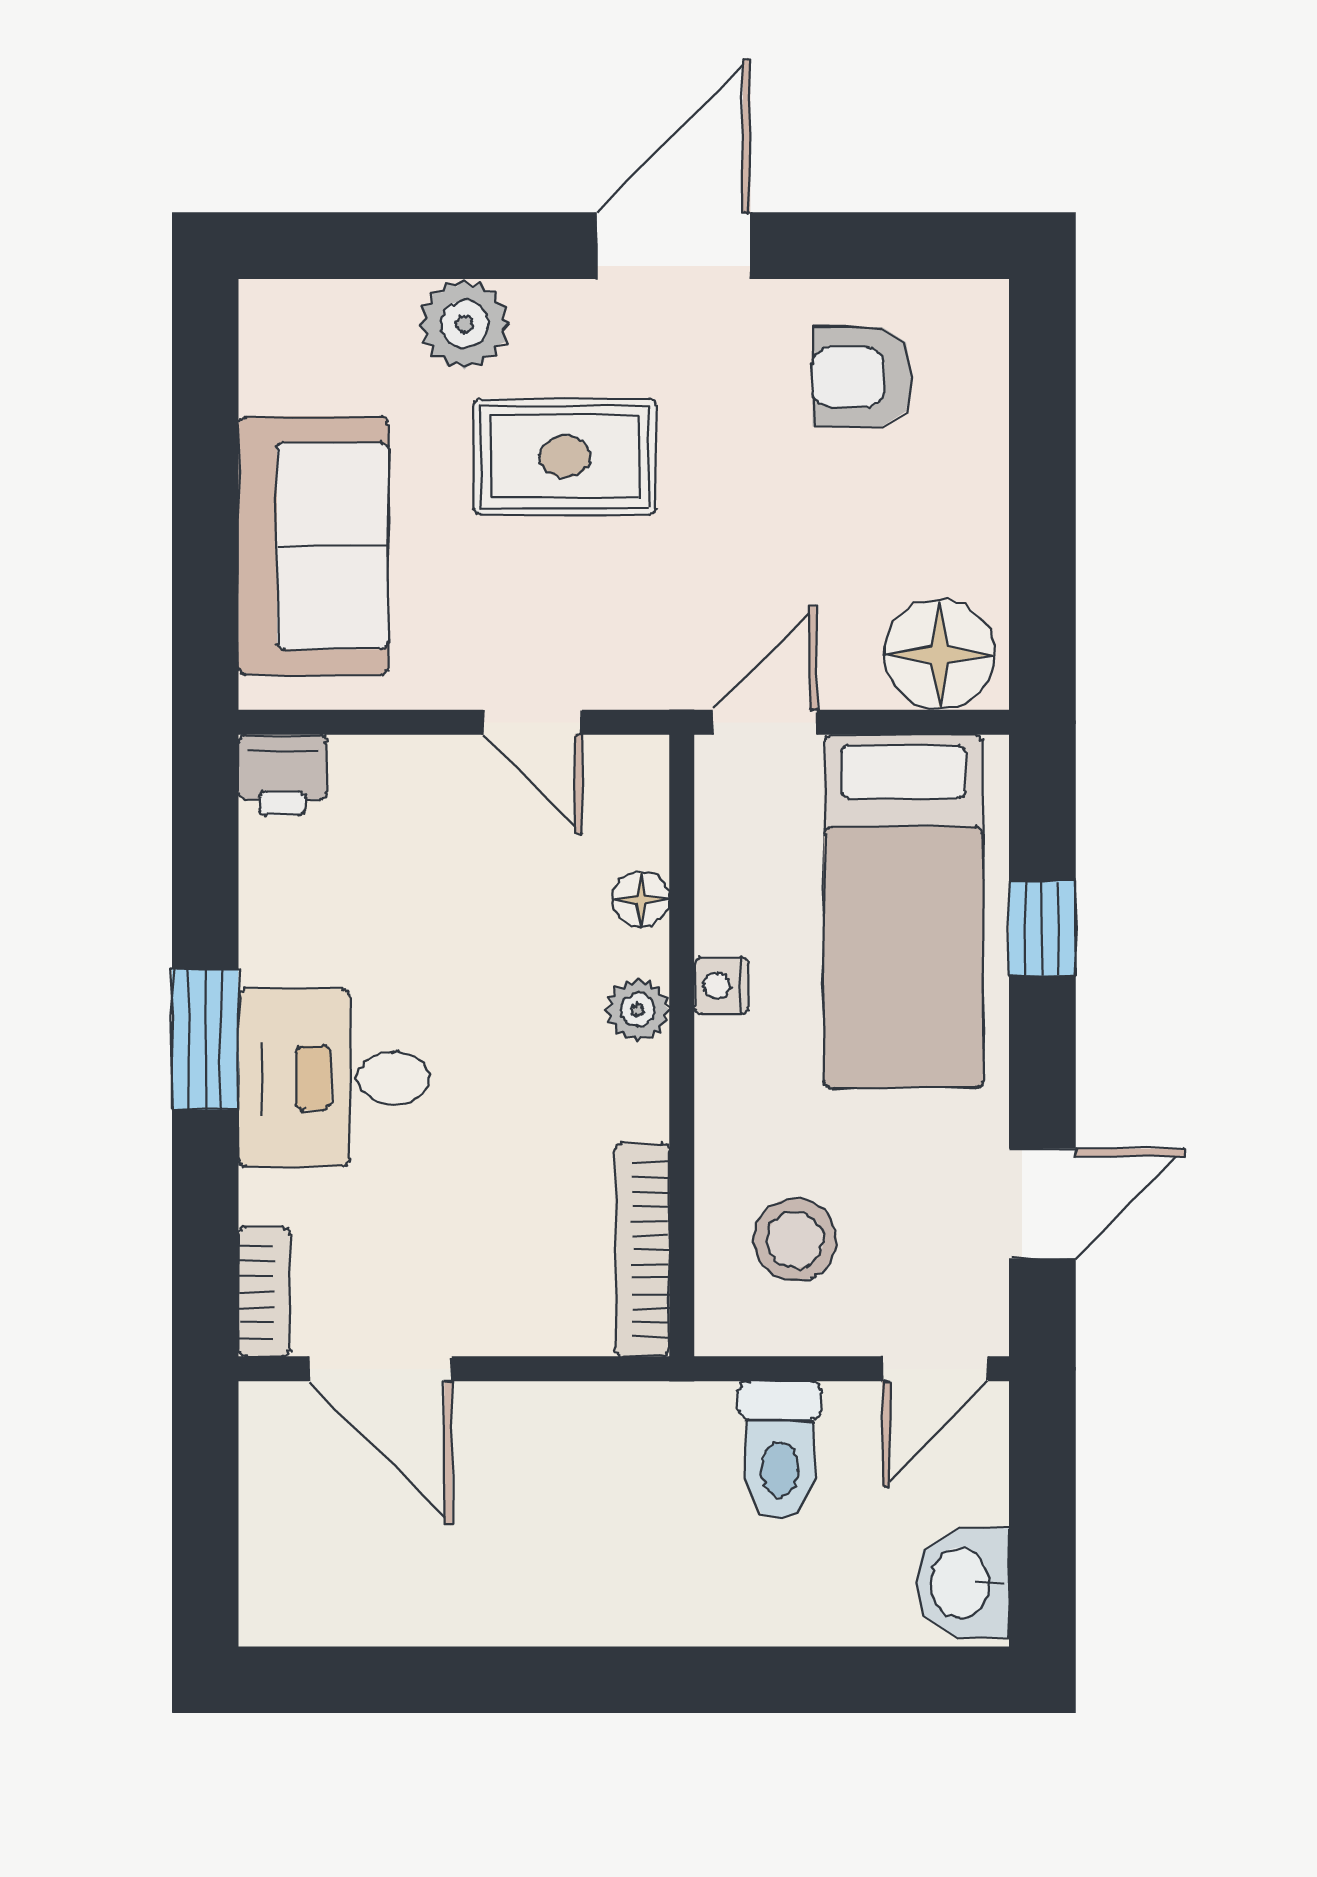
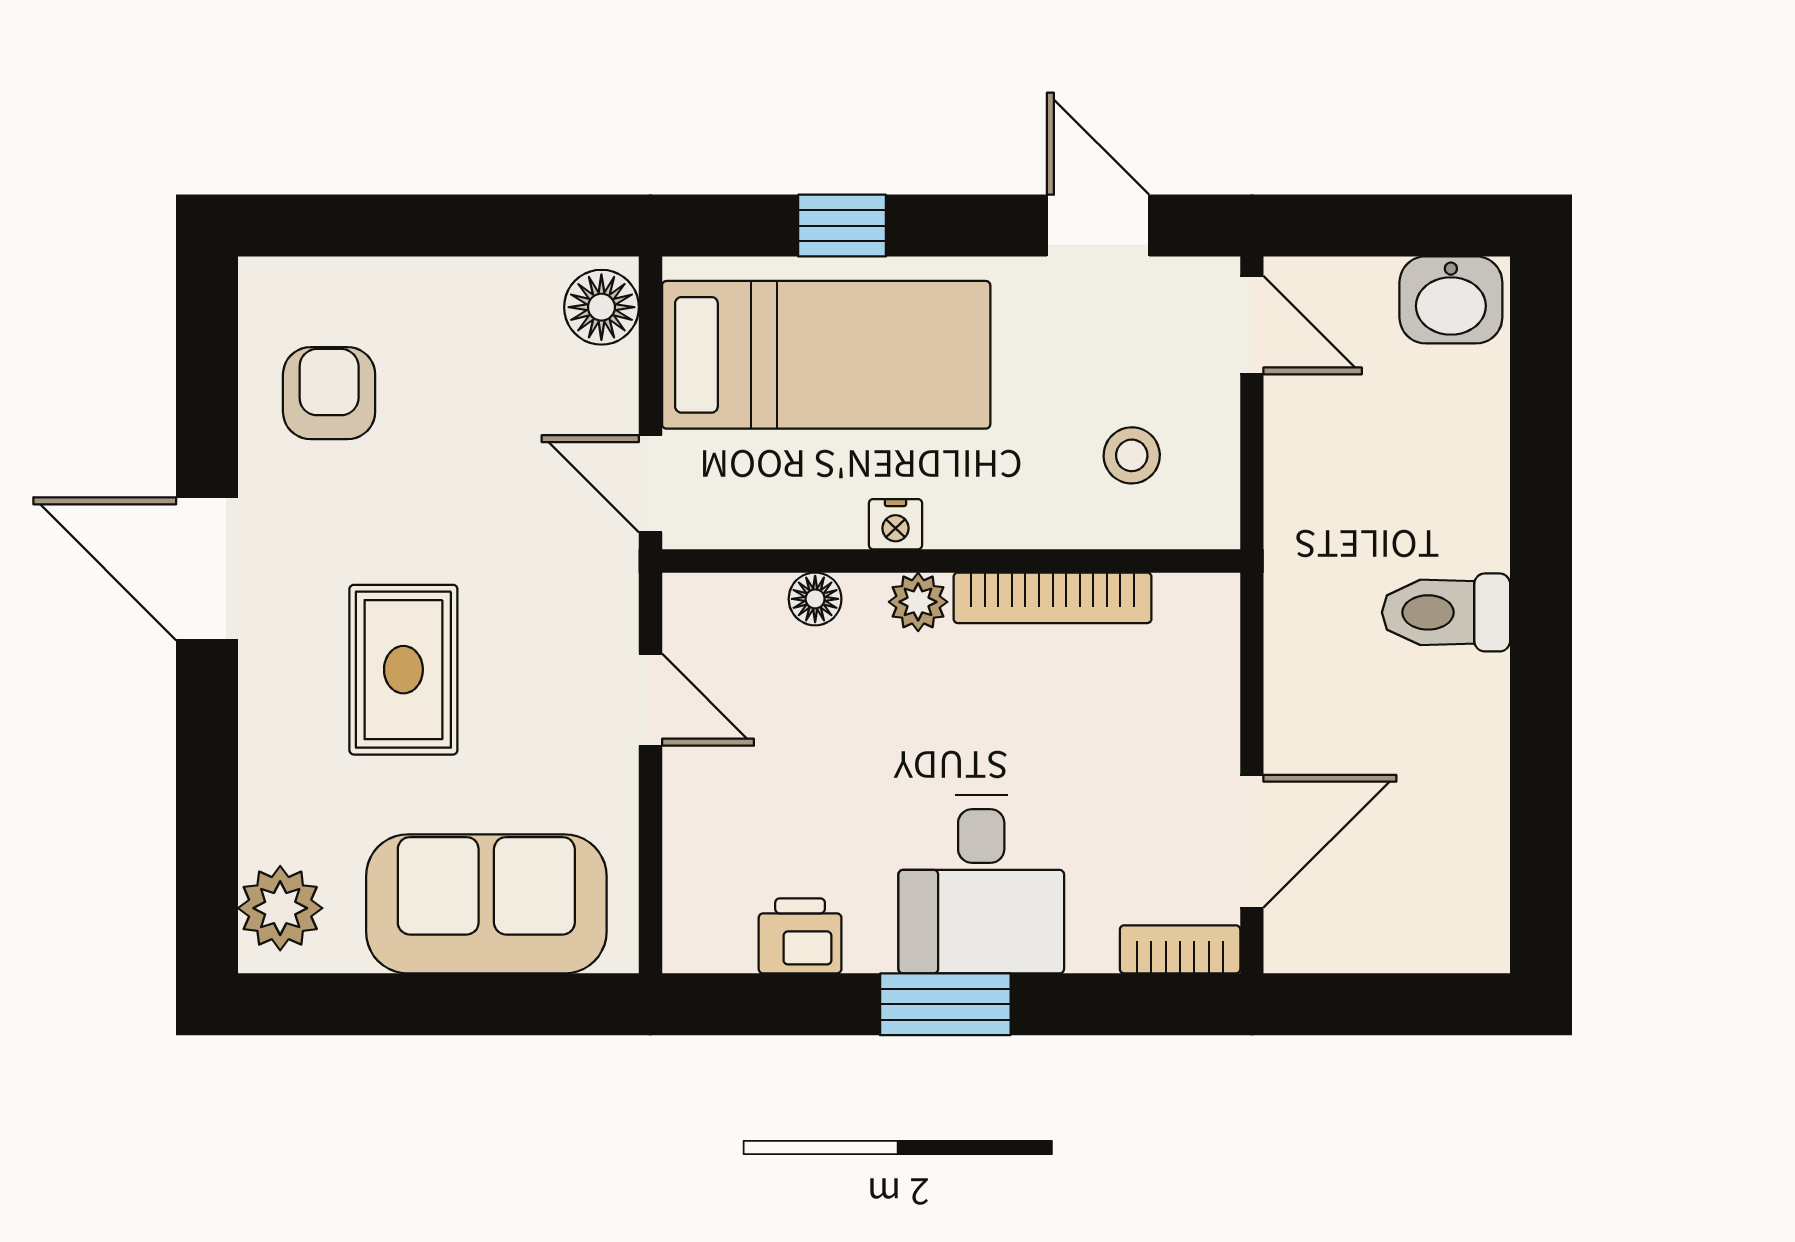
plant: (464, 324) -> (280, 908), moved
armchair: (862, 377) -> (329, 393), turned 180
floor lamp: (940, 655) -> (601, 307), width x0.73, depth x0.73
door: (533, 722) -> (650, 700), hinge flipped
printer: (283, 775) -> (800, 936), moved, turned -90
stool: (795, 1240) -> (1132, 455), width x0.73, depth x0.73
bookcase: (642, 1250) -> (1053, 598), moved
toilet: (780, 1450) -> (1446, 612), moved, turned 180

